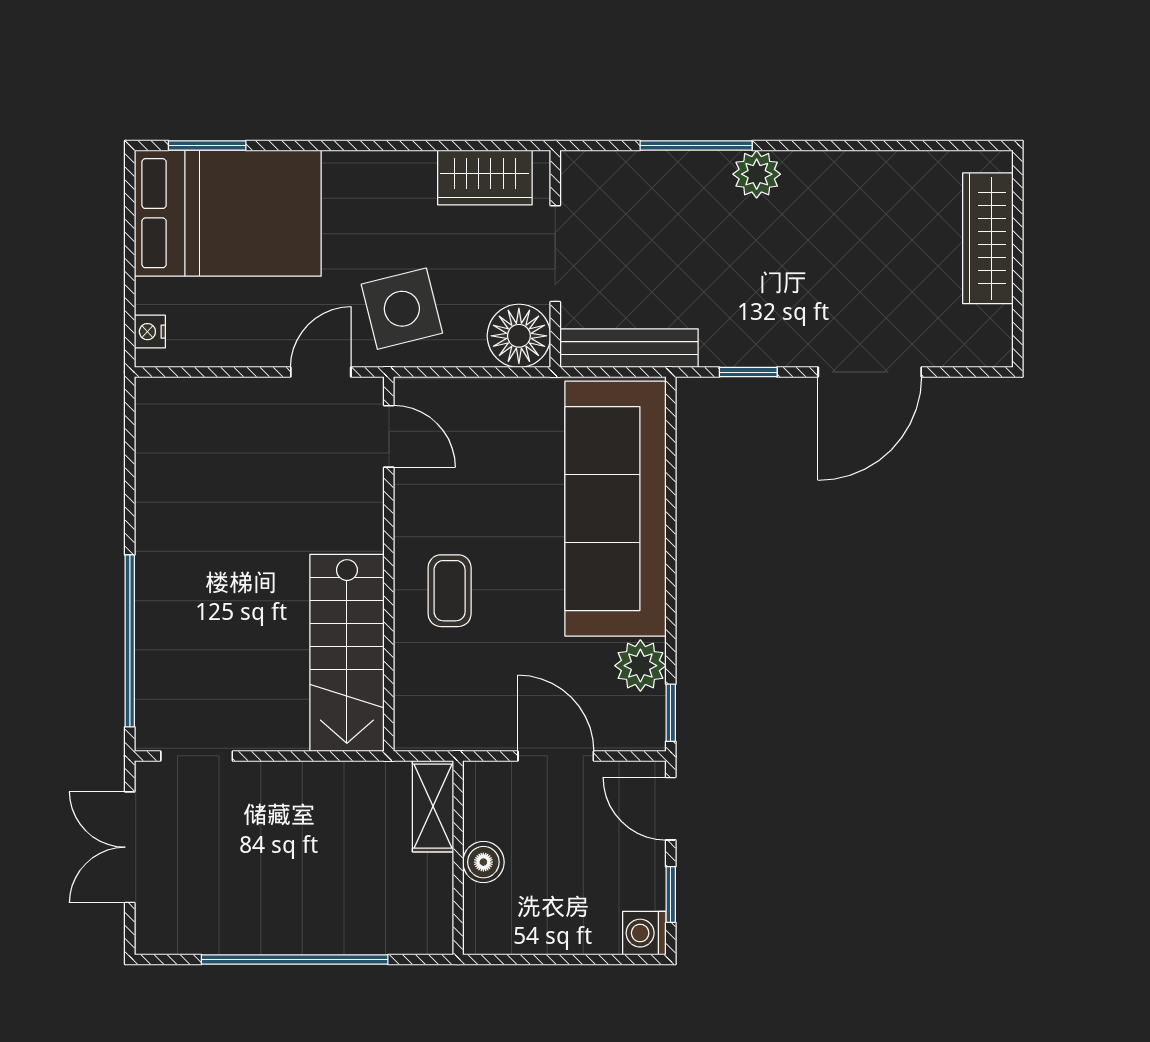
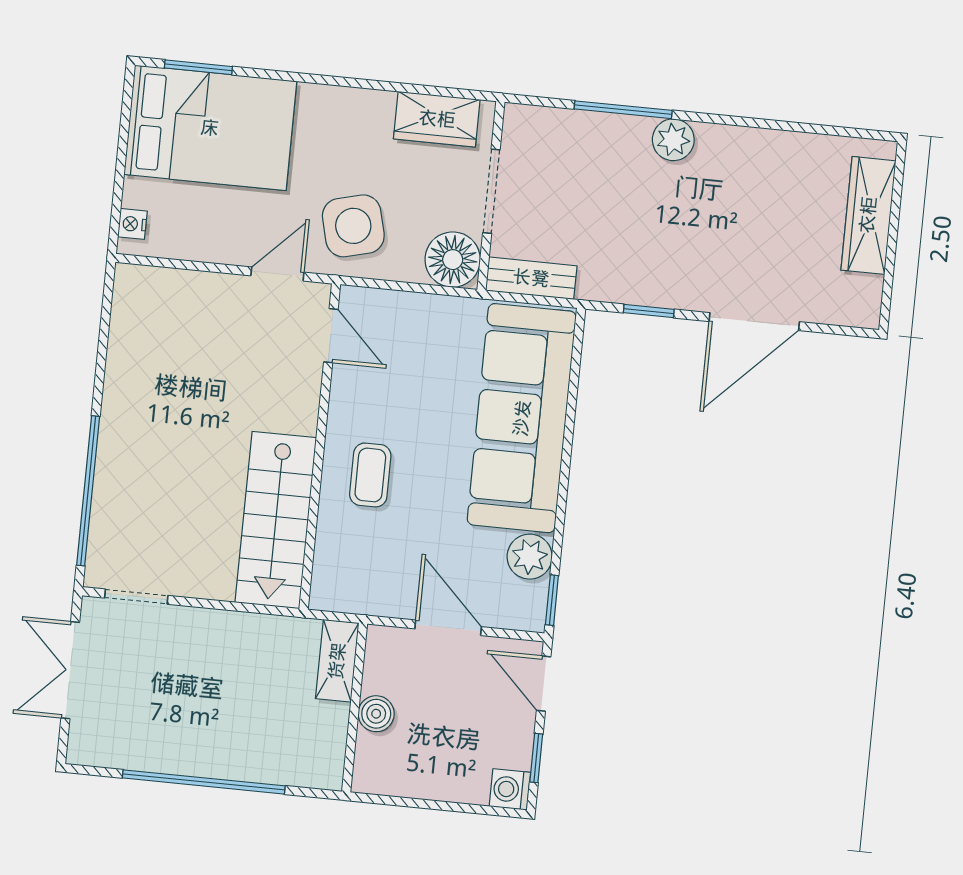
bench: (629, 348) -> (531, 278), width x0.73

